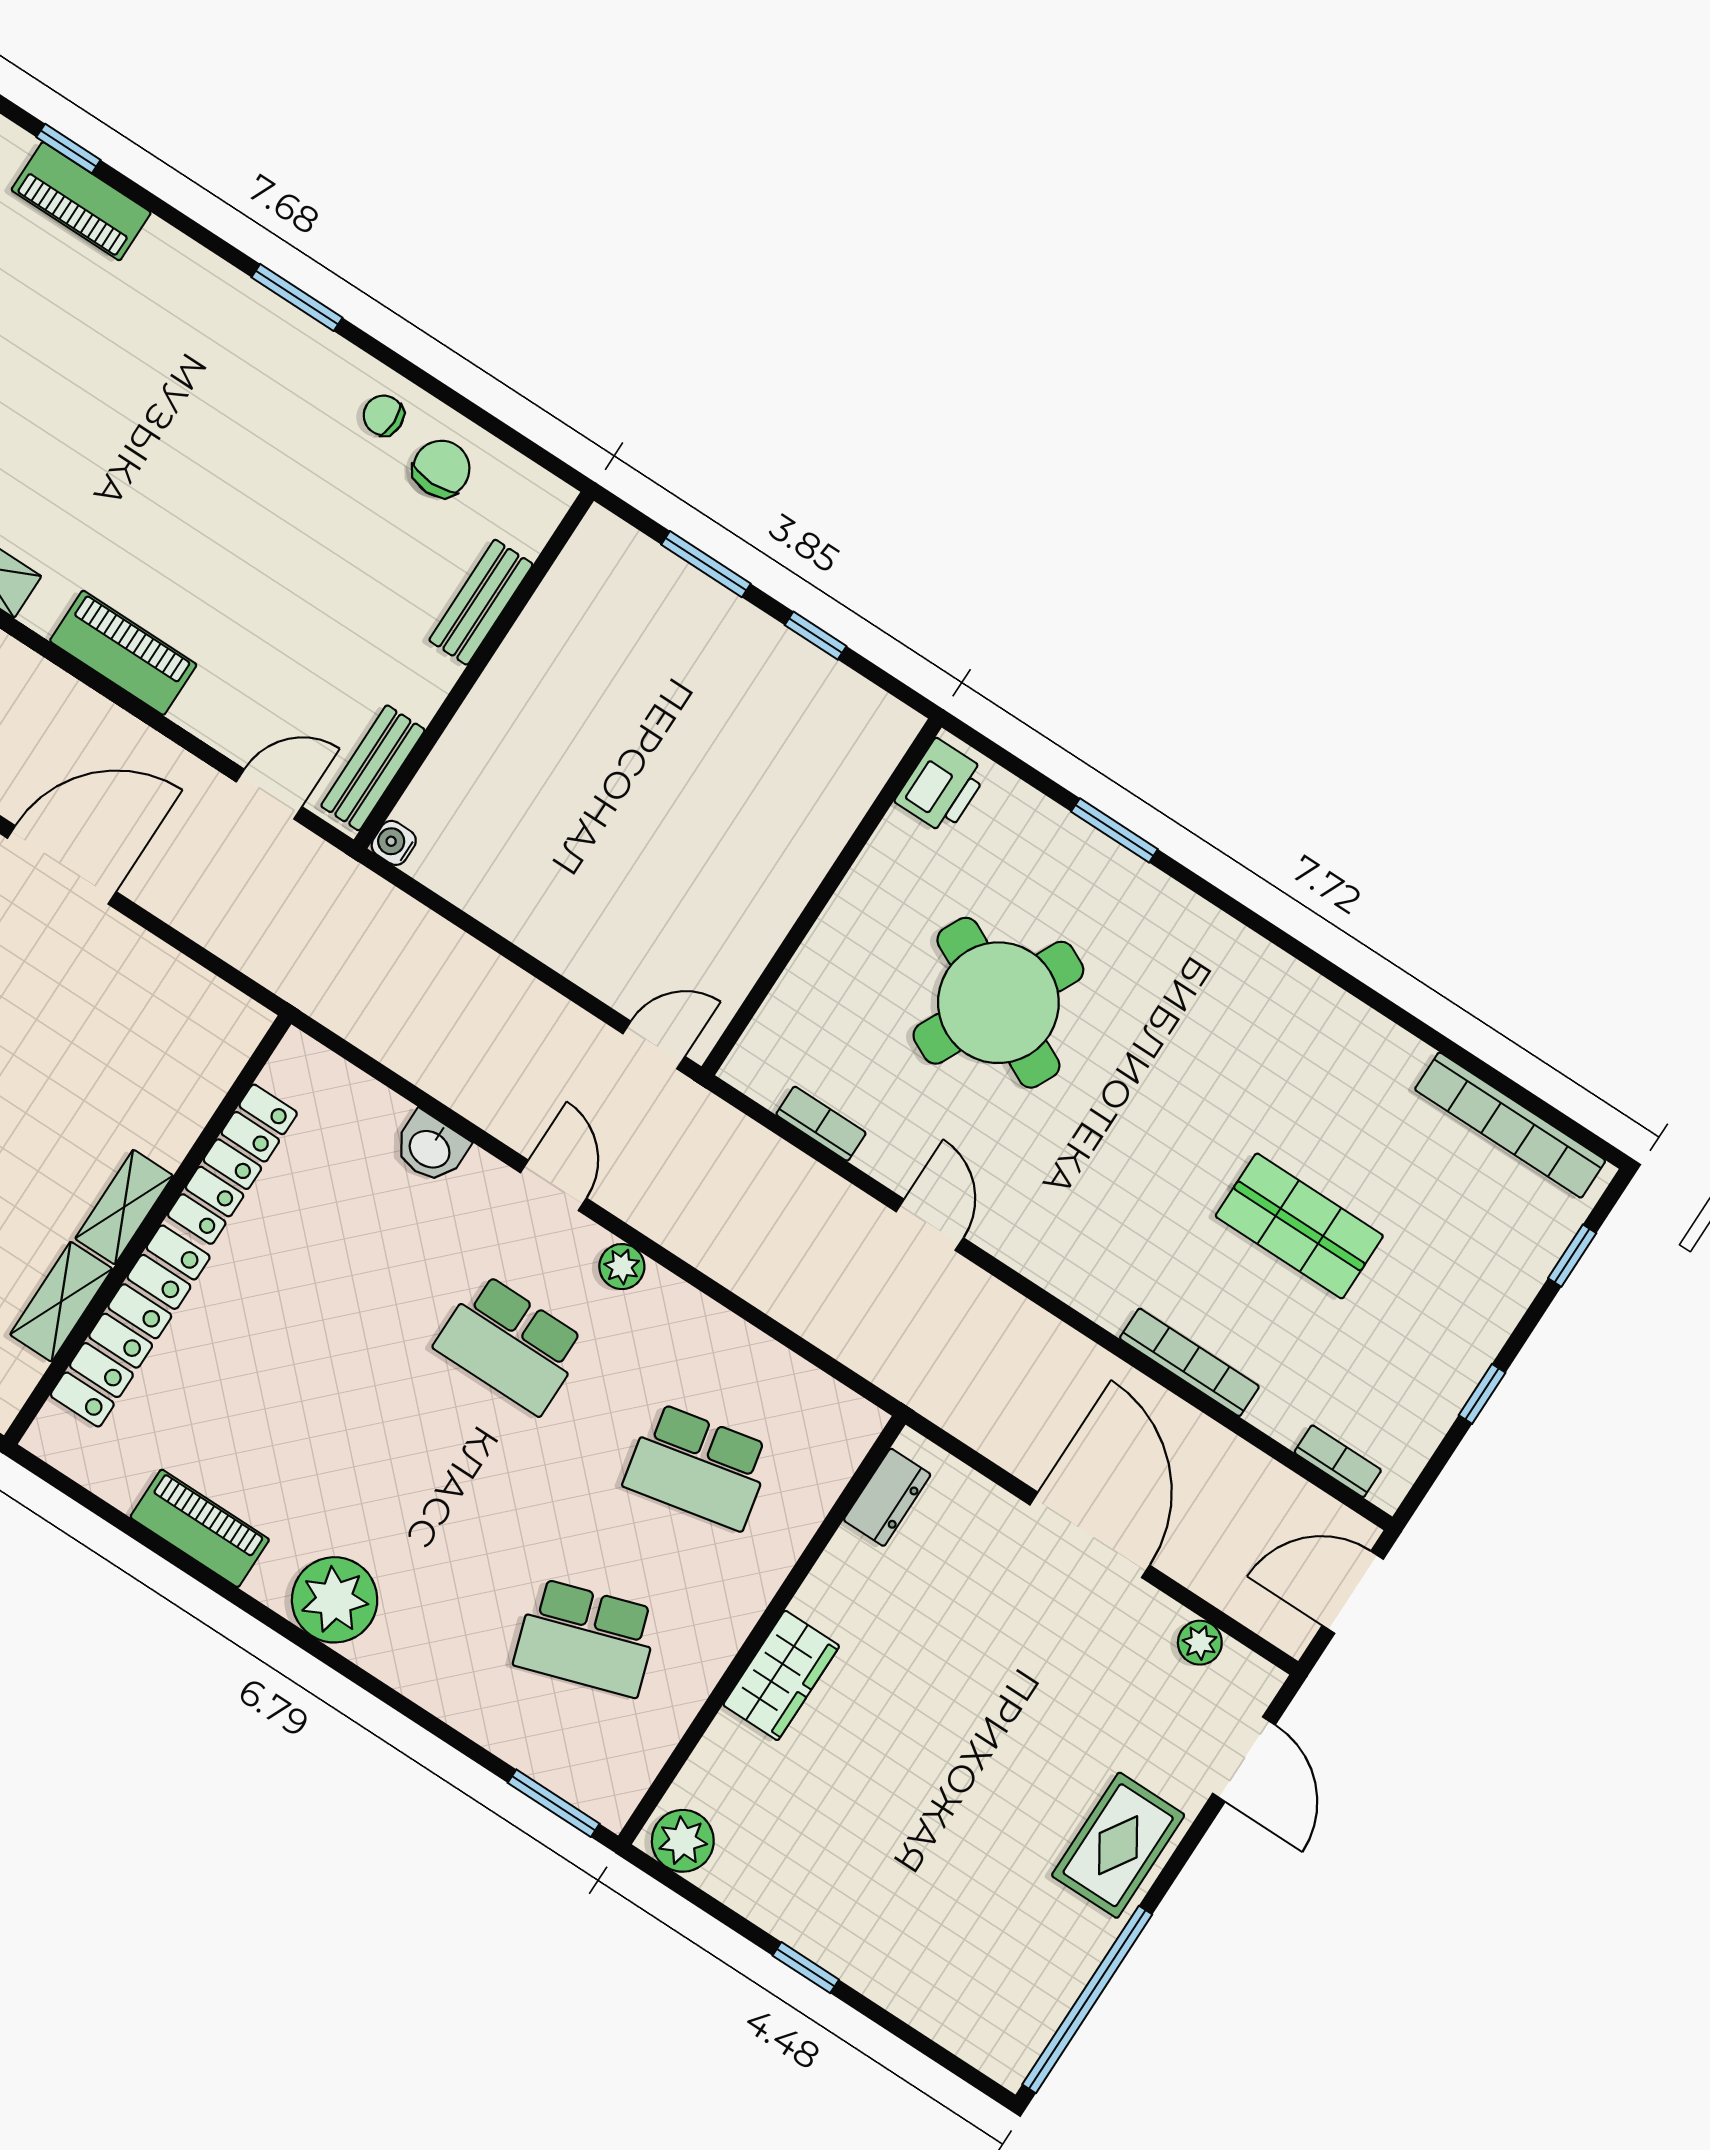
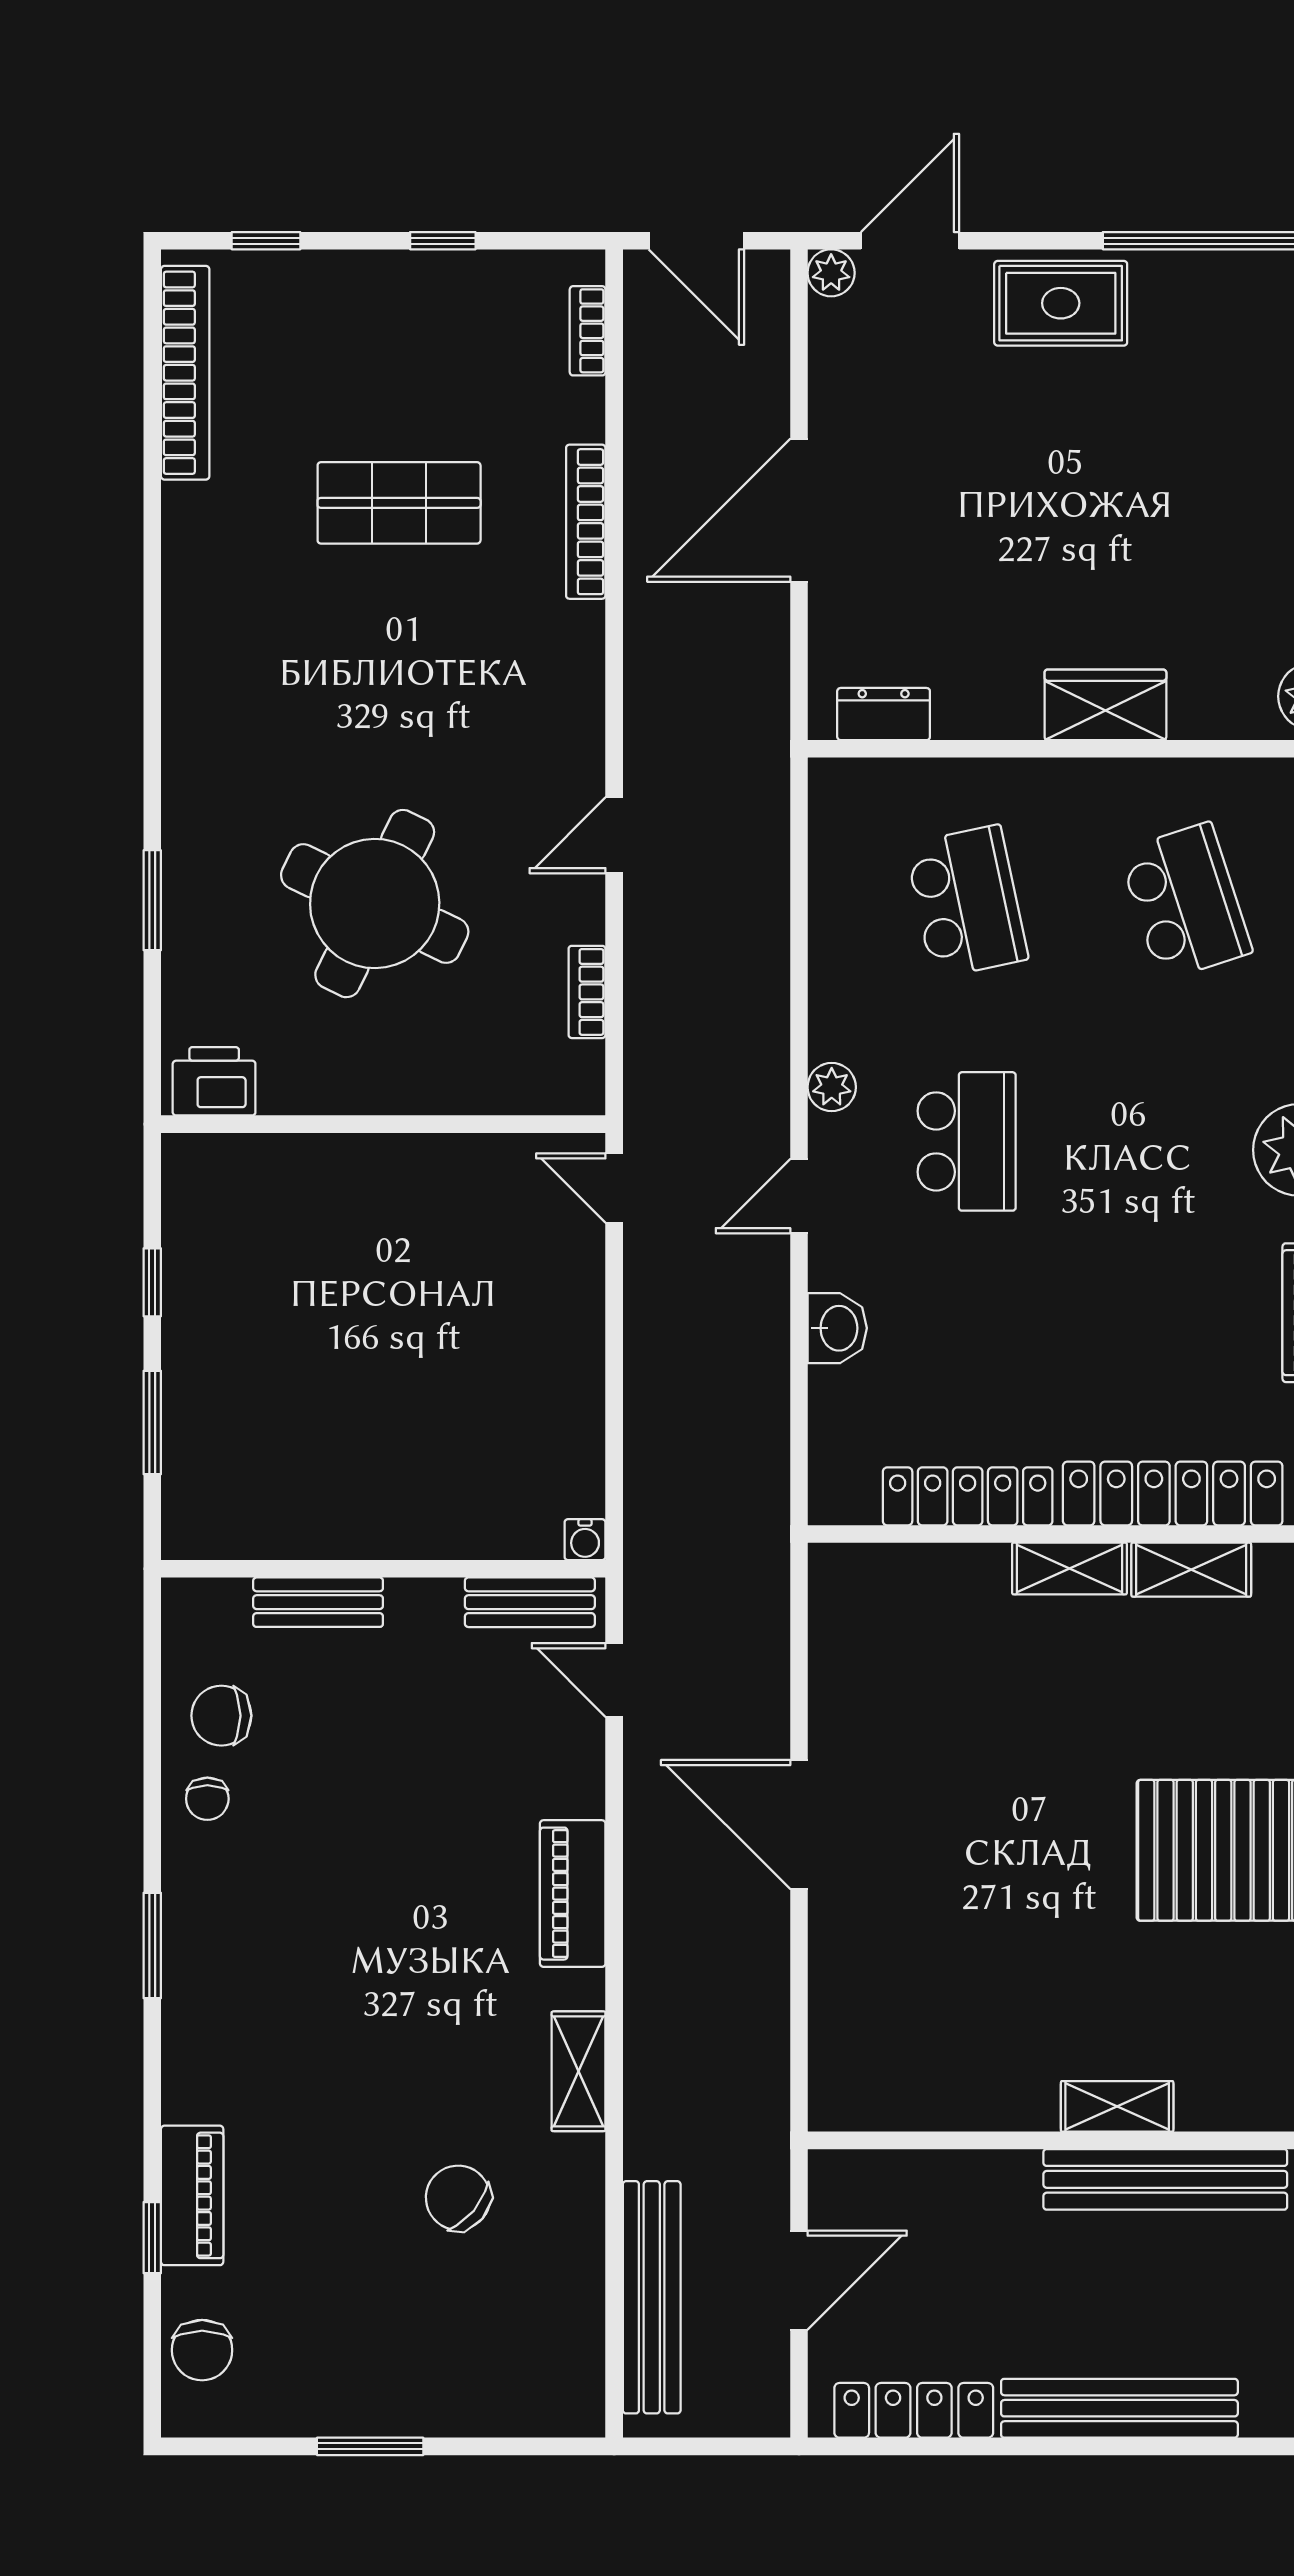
shop shelf: (1299, 1226) -> (399, 503), turned 90
plant: (1200, 1643) -> (831, 273), moved

